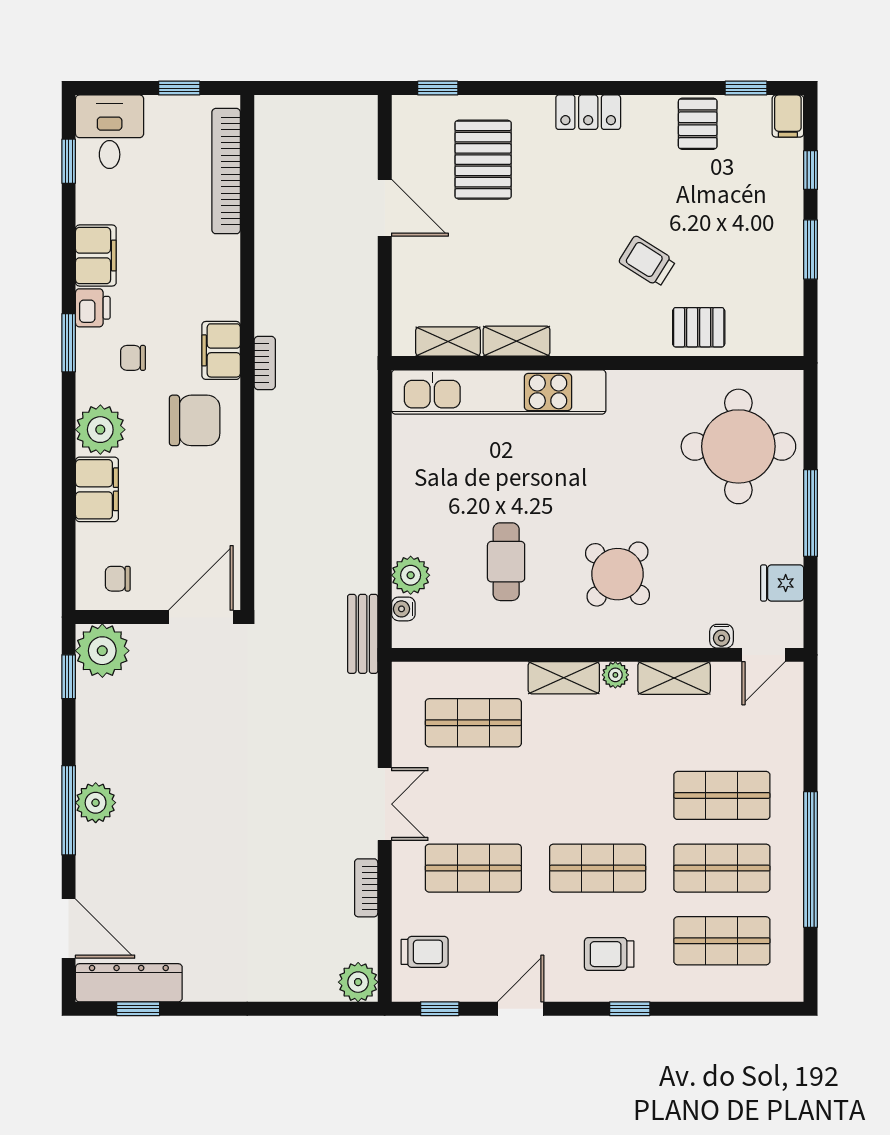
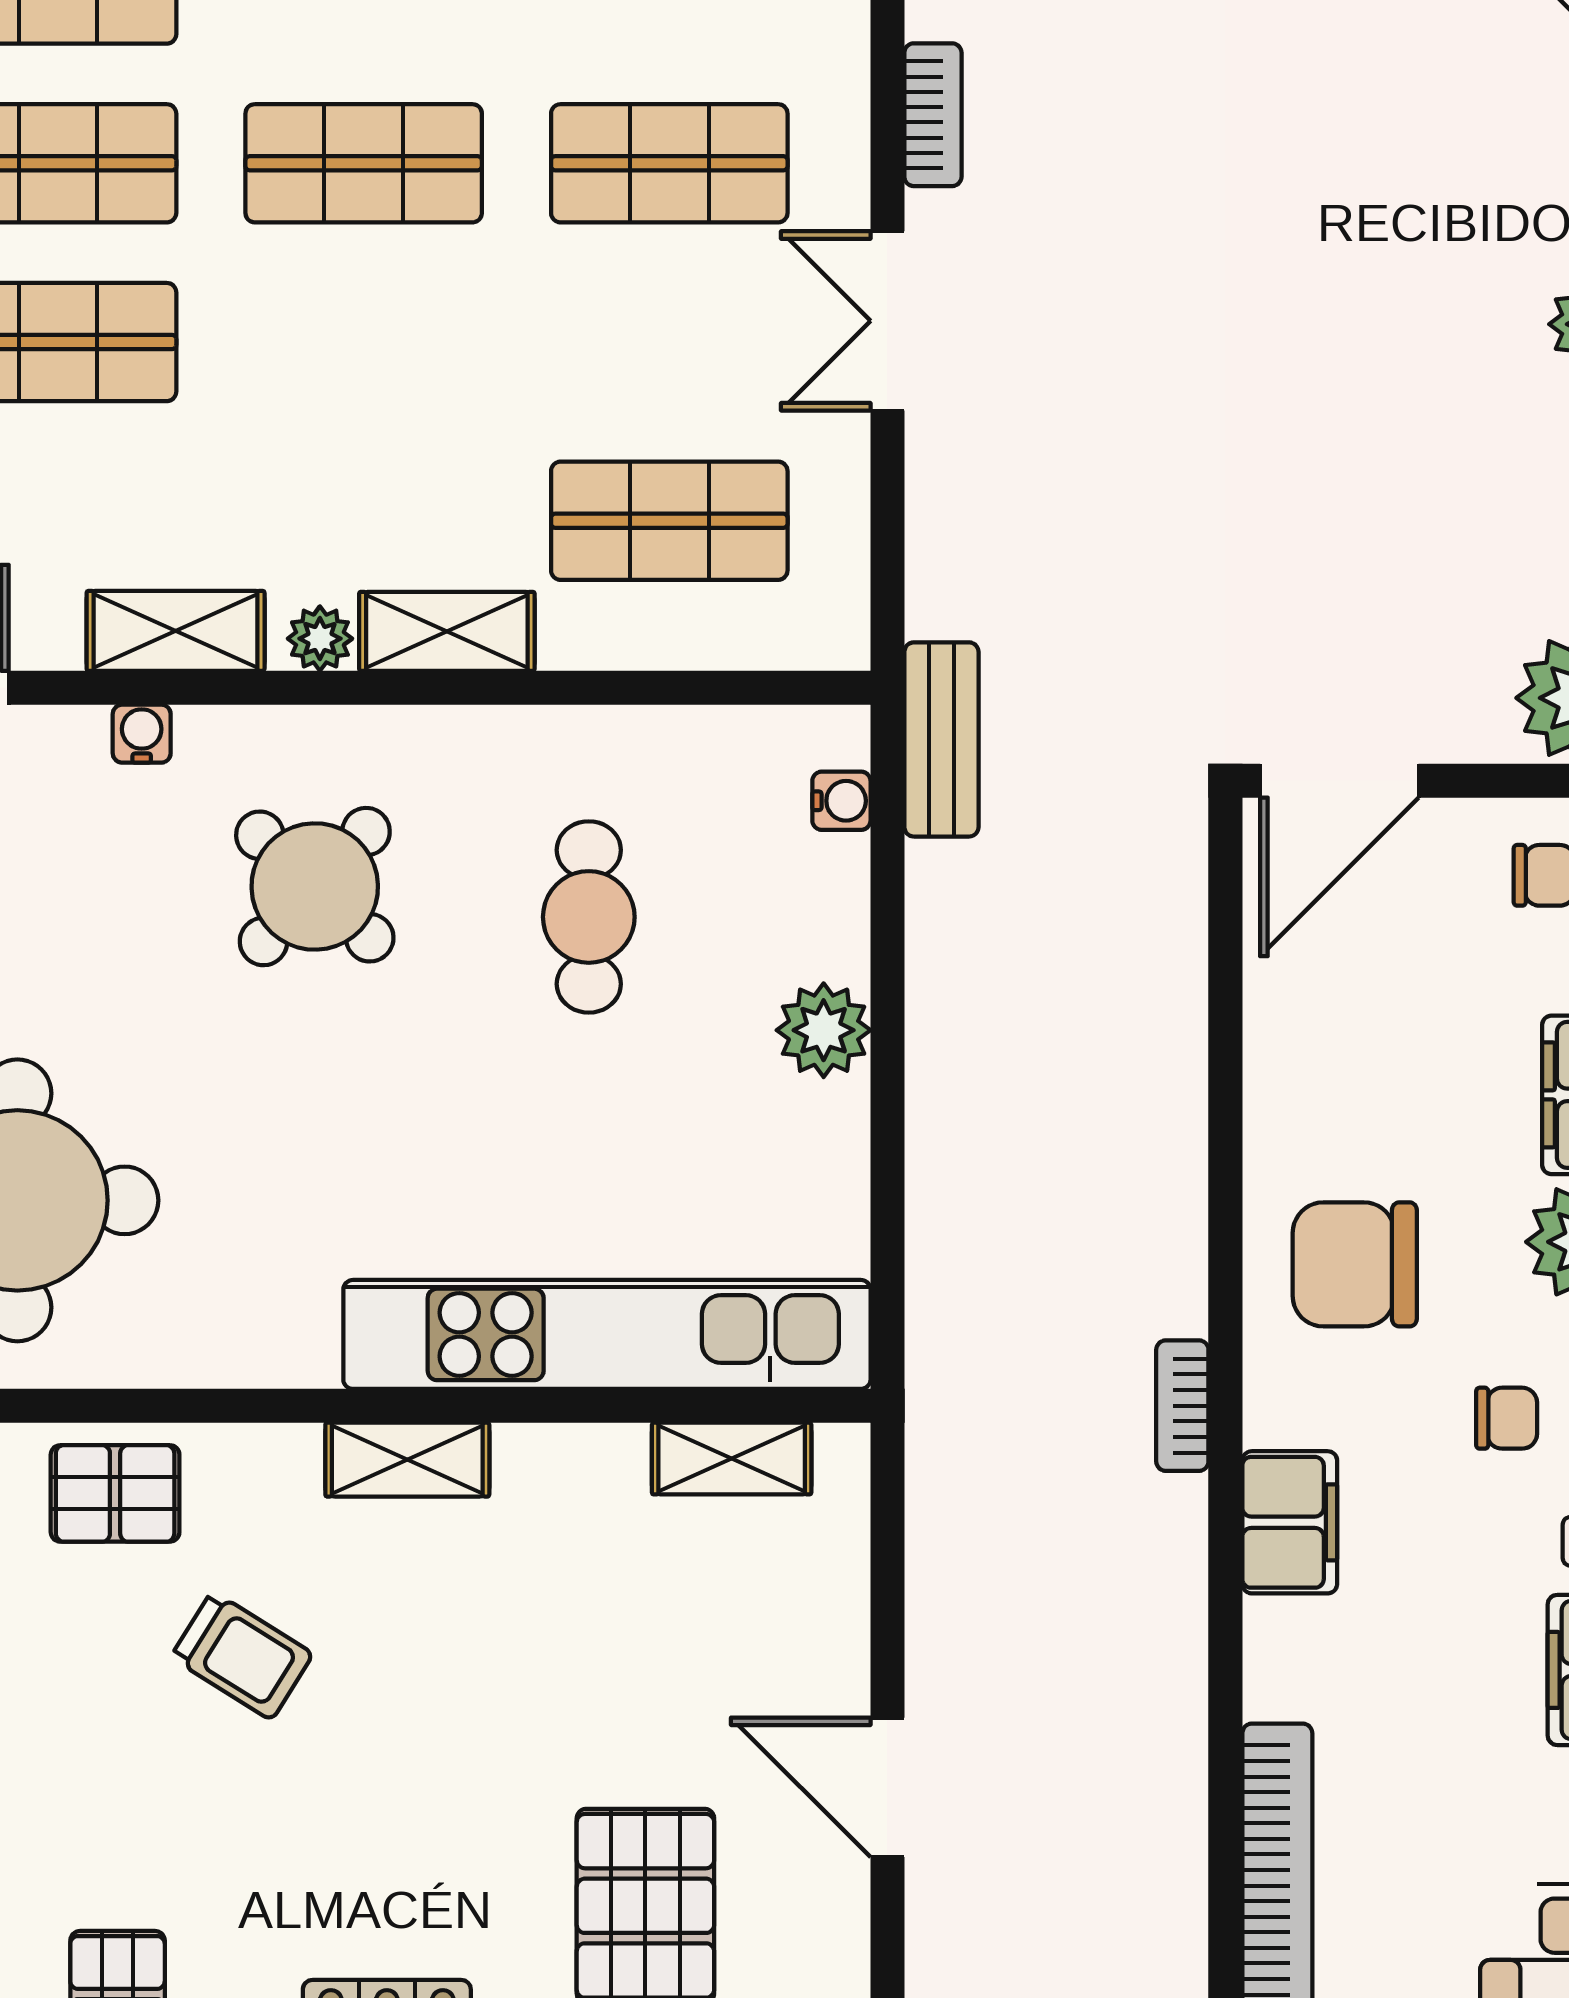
shelving: (516, 341) -> (407, 1460), moved
filing cabinet: (221, 350) -> (1290, 1522), moved
plant: (411, 575) -> (824, 1030), moved
water cooler: (721, 636) -> (142, 734), moved

